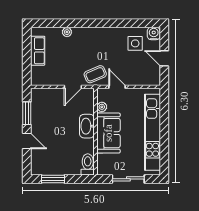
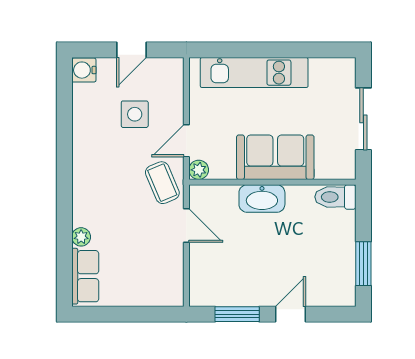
side table: (135, 43) -> (135, 114), moved
row of seats: (38, 51) -> (85, 276), moved, turned 90
plant: (102, 107) -> (199, 170), moved
kitchen unit: (152, 132) -> (254, 73), width x0.73

